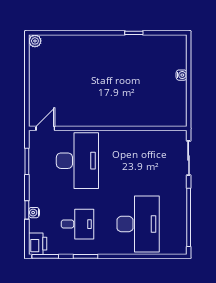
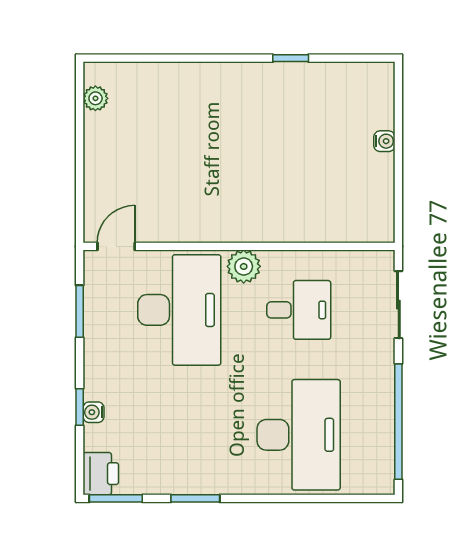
plant: (35, 41) -> (95, 98), moved
plant: (110, 139) -> (244, 266), added
desk: (77, 224) -> (299, 310), moved

